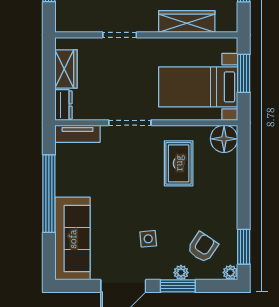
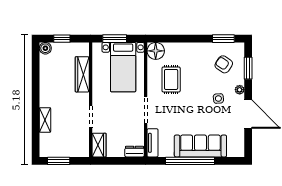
wardrobe: (66, 69) -> (99, 145), moved, turned 90
rug: (179, 163) -> (171, 79), turned 90
sofa: (73, 239) -> (200, 146), moved
plant: (230, 272) -> (240, 47), removed
plant: (181, 273) -> (240, 90), moved
window: (178, 286) -> (248, 68), moved

